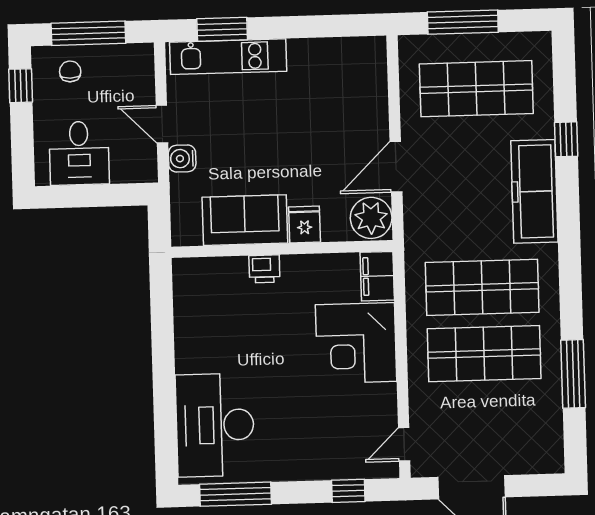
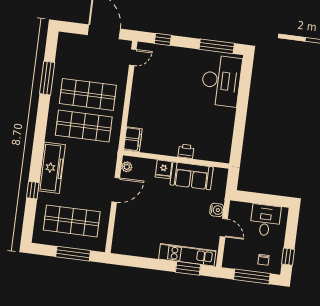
plant: (371, 218) -> (127, 167), width x0.53, depth x0.53
corner desk: (356, 343) -> (148, 109), removed

